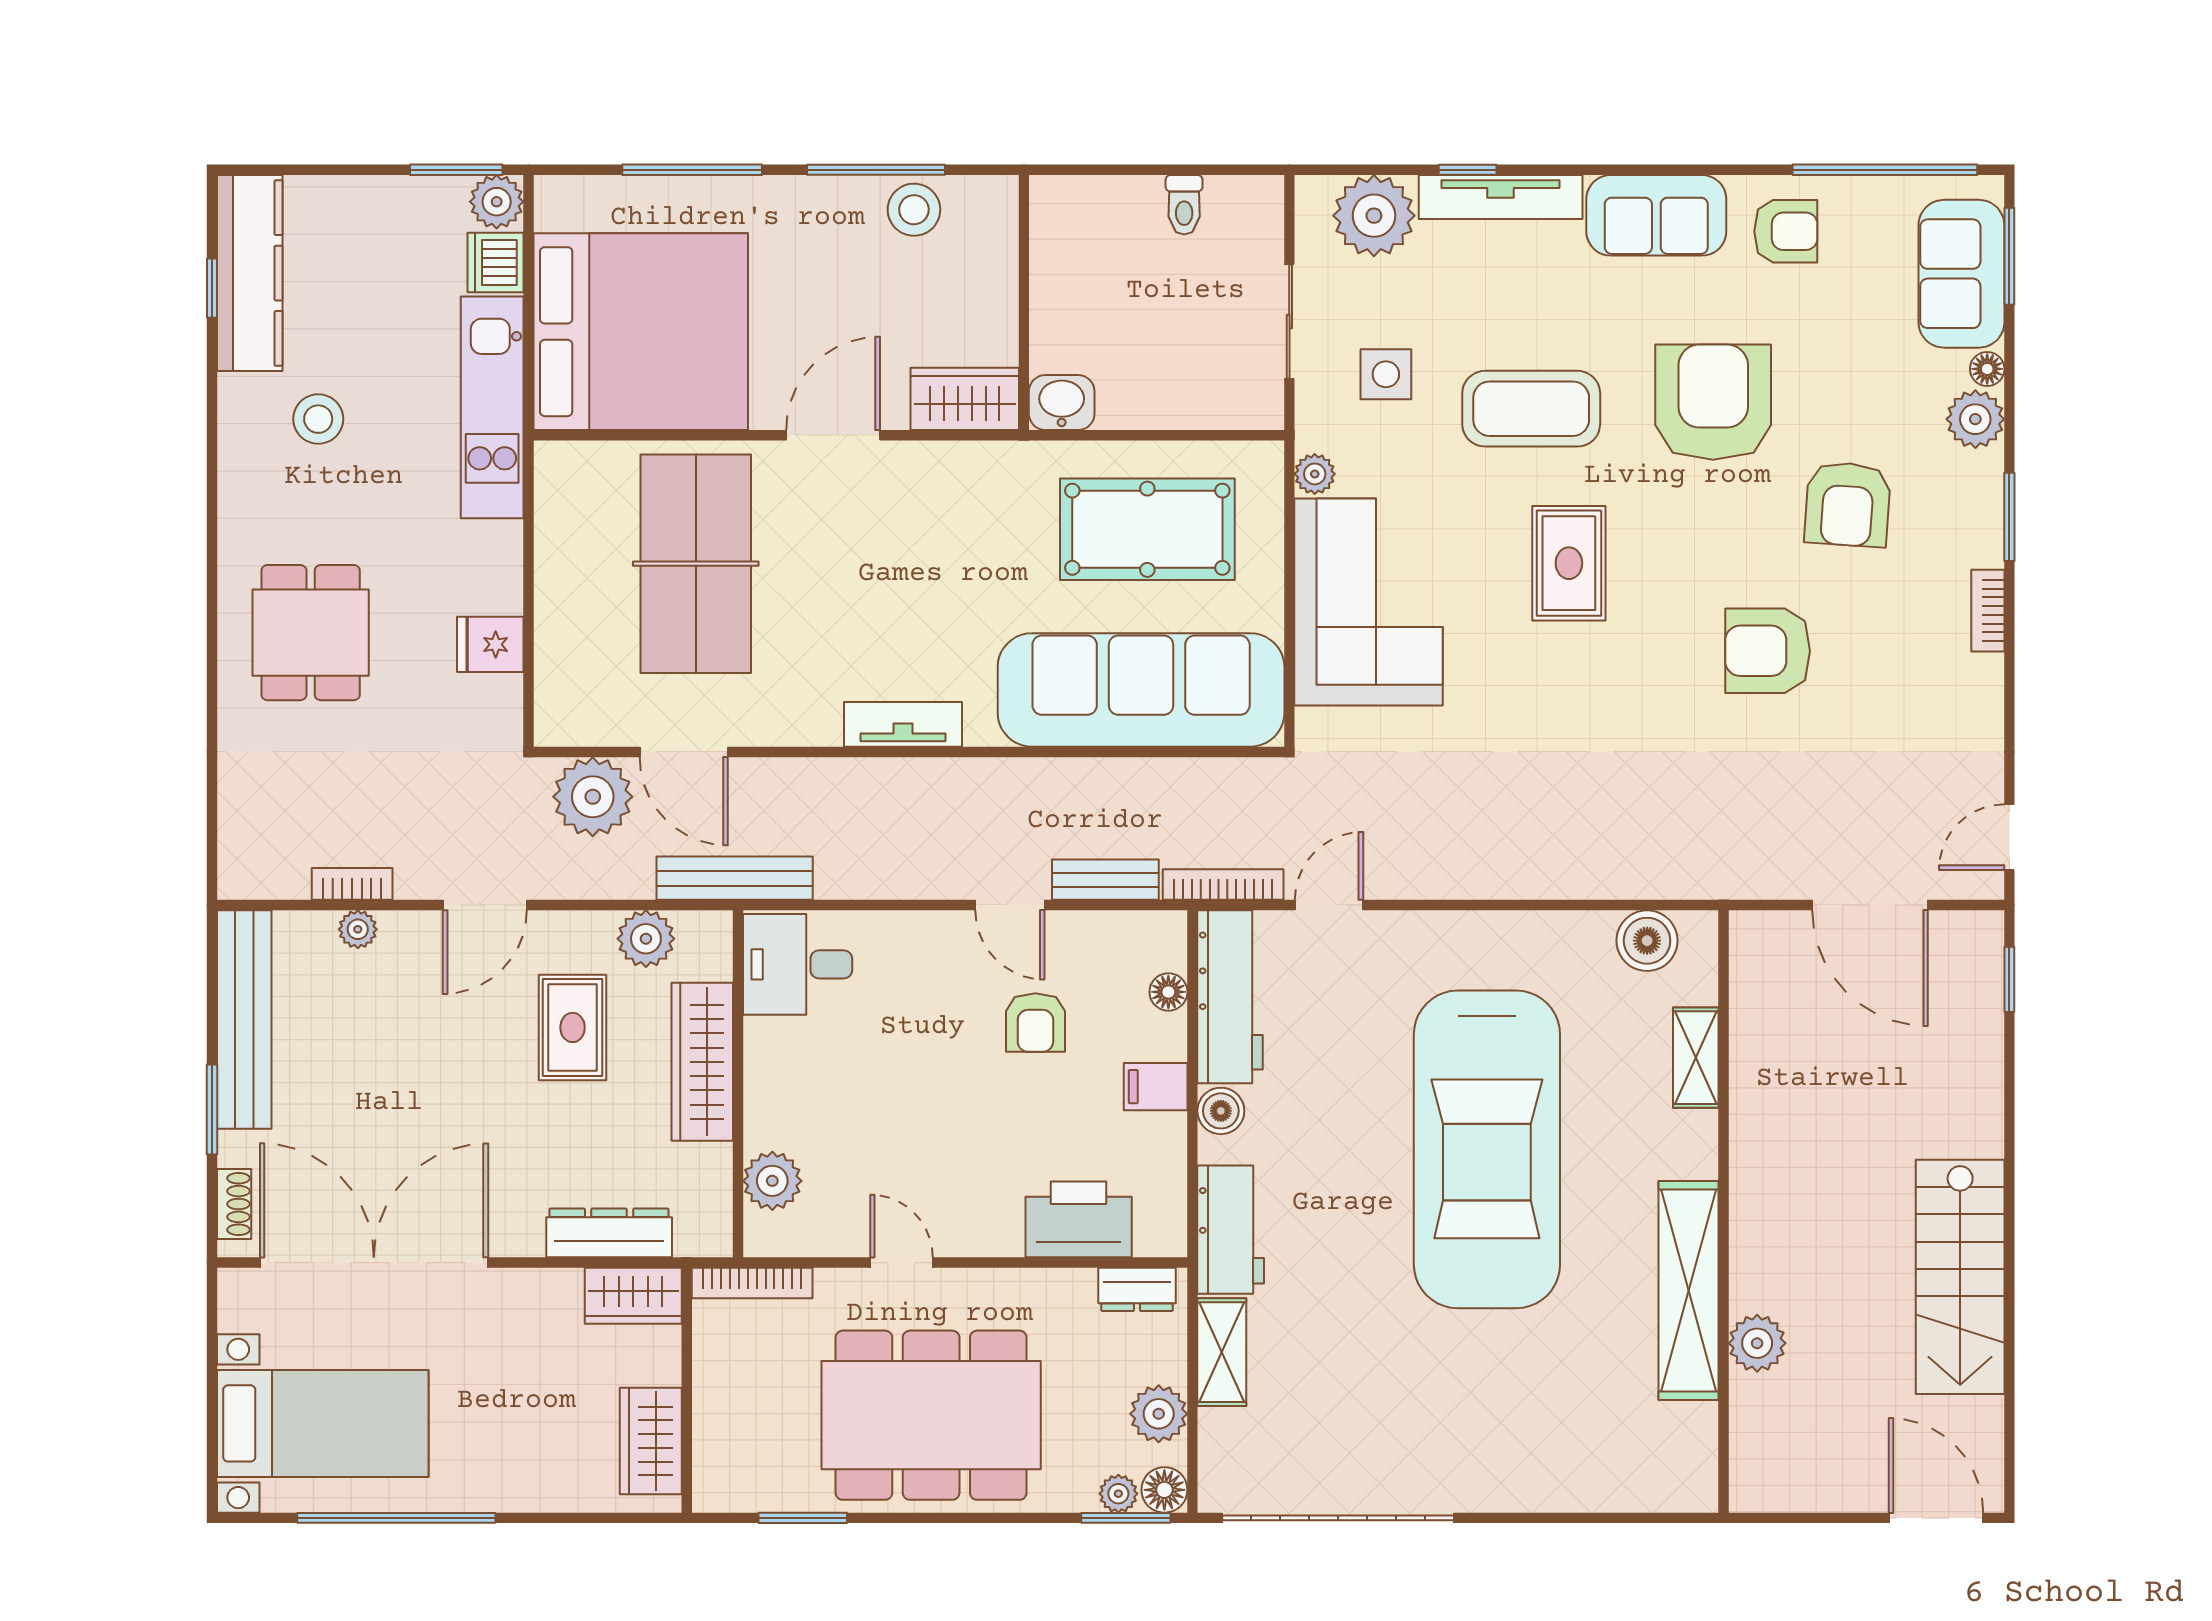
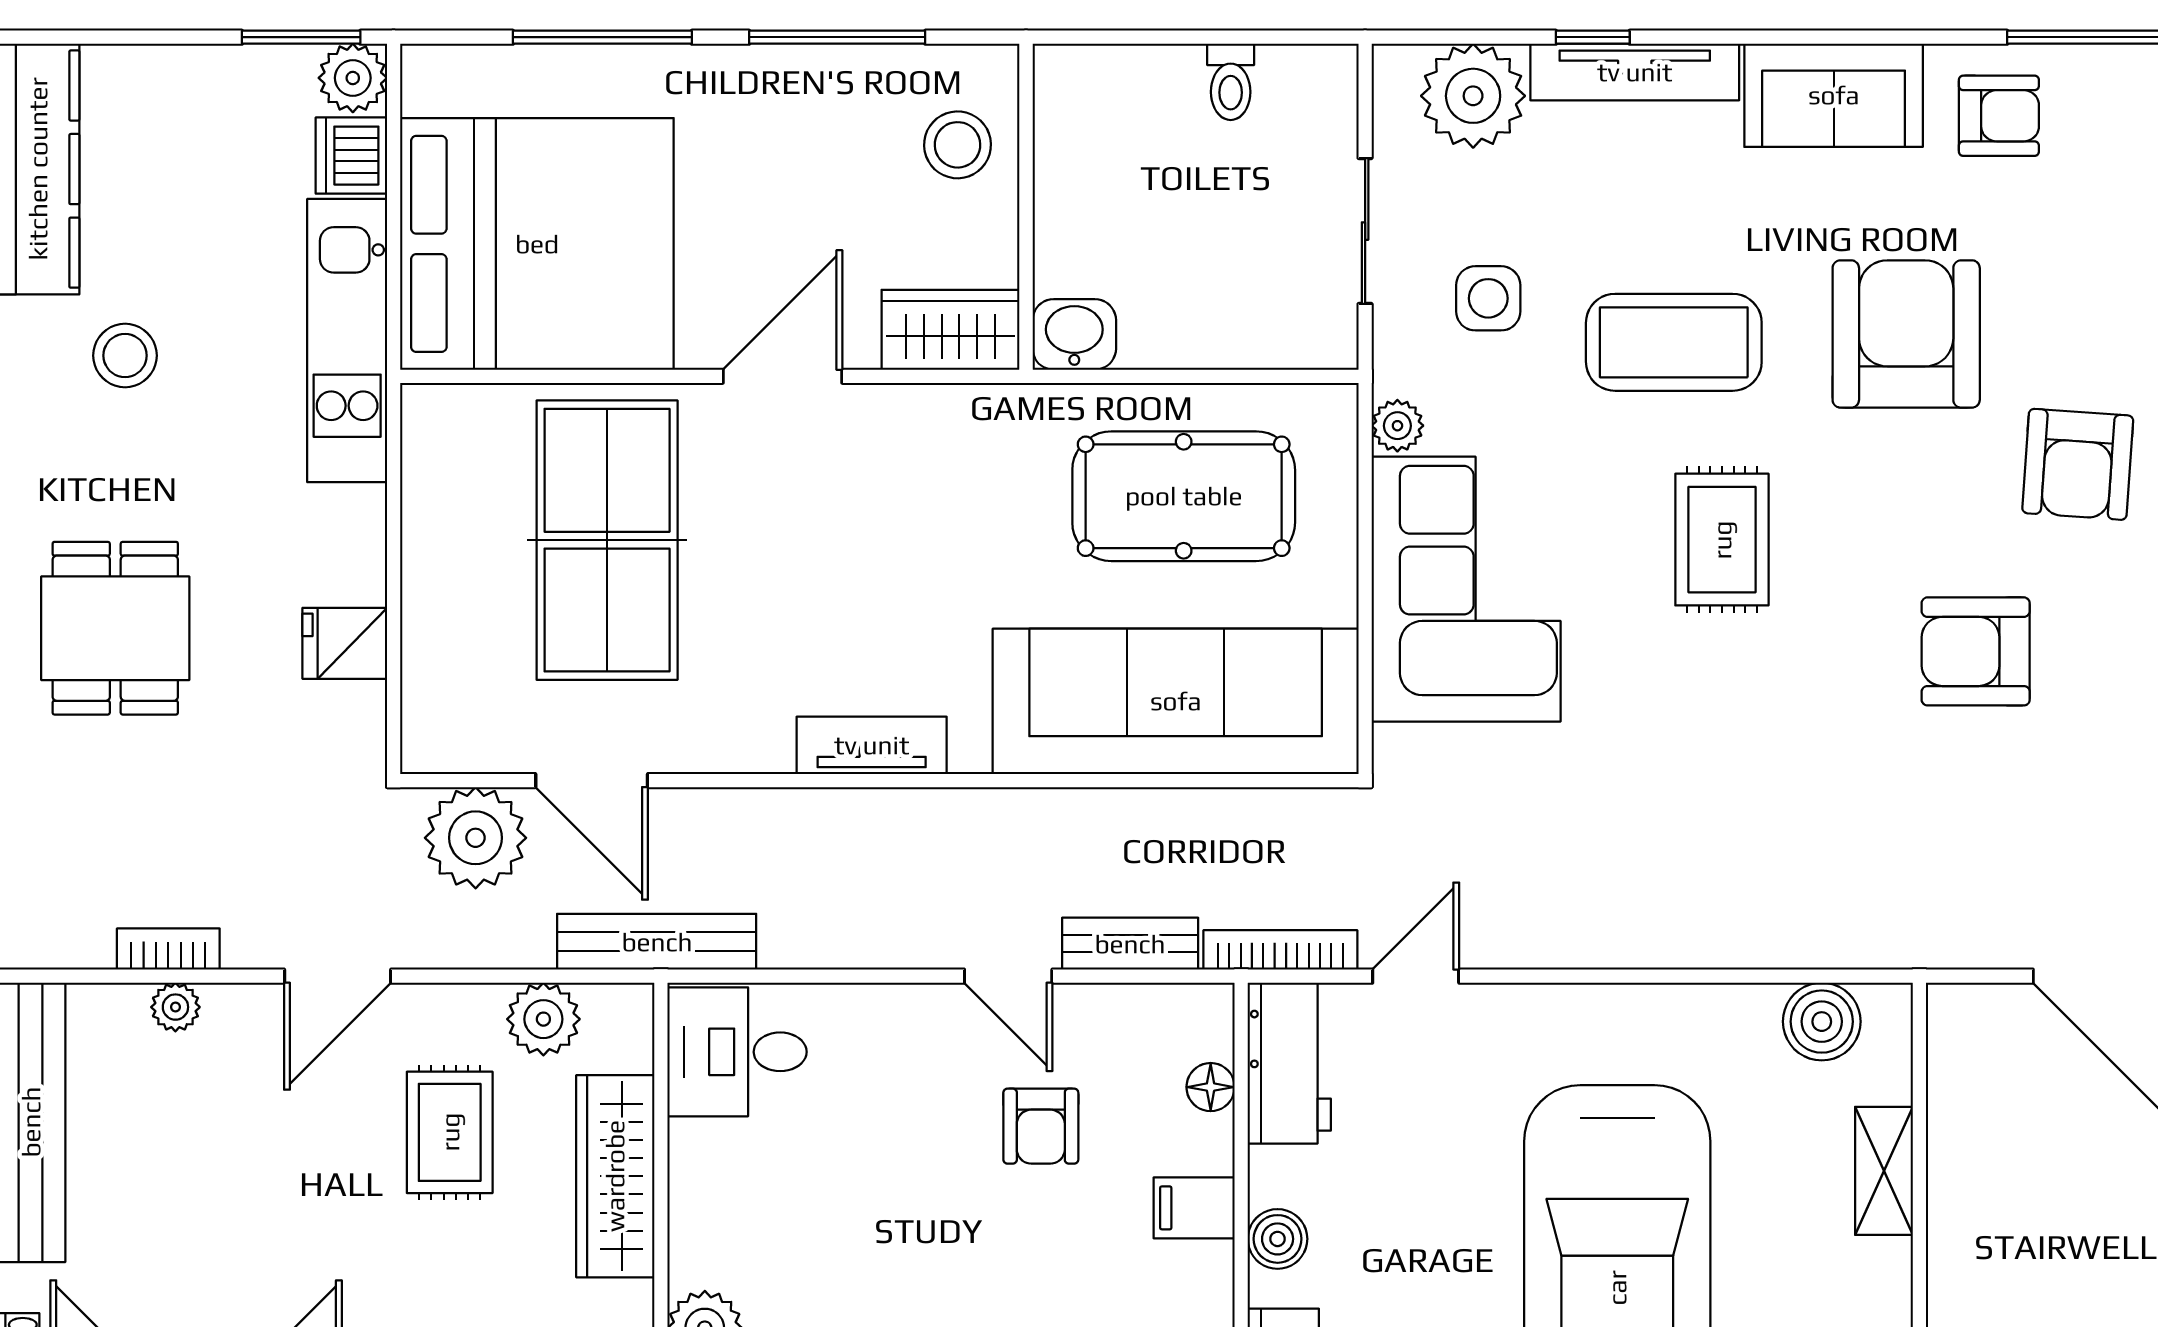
stool: (914, 210) -> (958, 145), moved
workbench: (1230, 997) -> (1289, 1063), width x0.73

